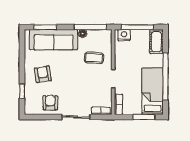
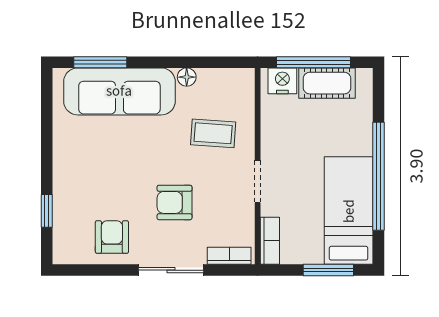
window: (90, 27) -> (205, 62), removed
cot: (156, 42) -> (327, 83), moved, turned 90
armchair: (43, 74) -> (175, 202), moved, turned -81

